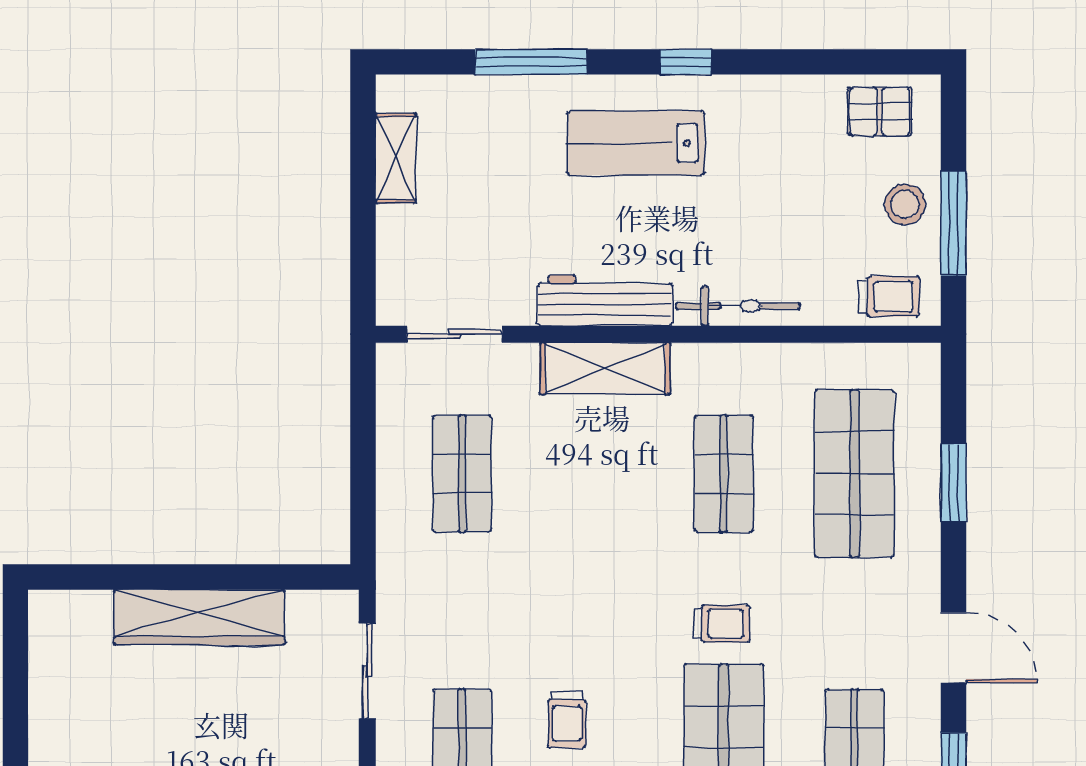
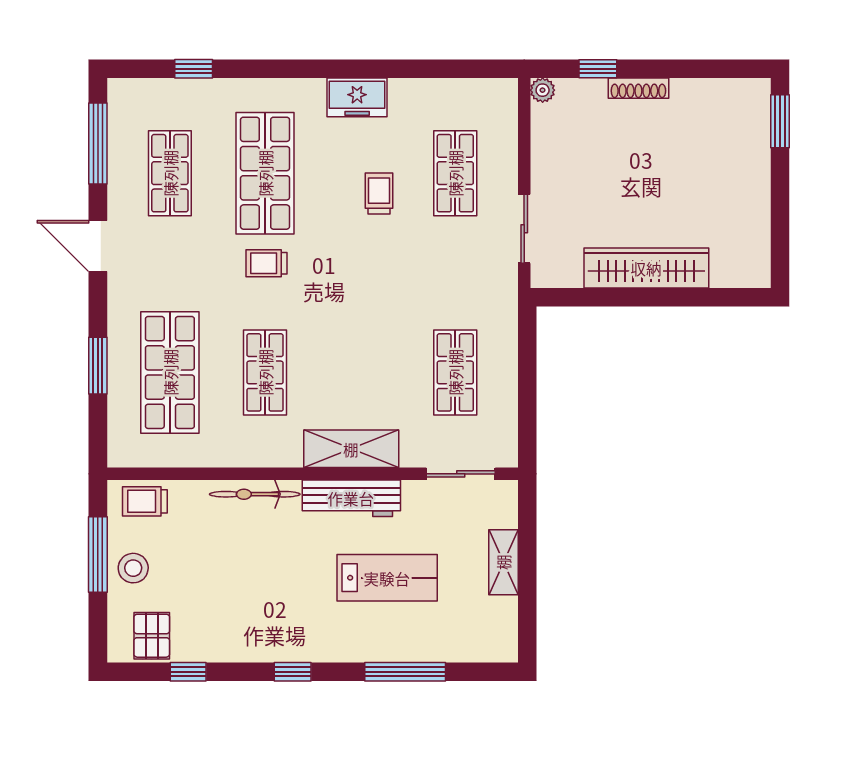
window: (829, 62) -> (188, 672), added
pallet: (879, 111) -> (152, 636), turned 90
lab bench: (636, 143) -> (387, 578), moved
shelving: (396, 158) -> (503, 562), moved

